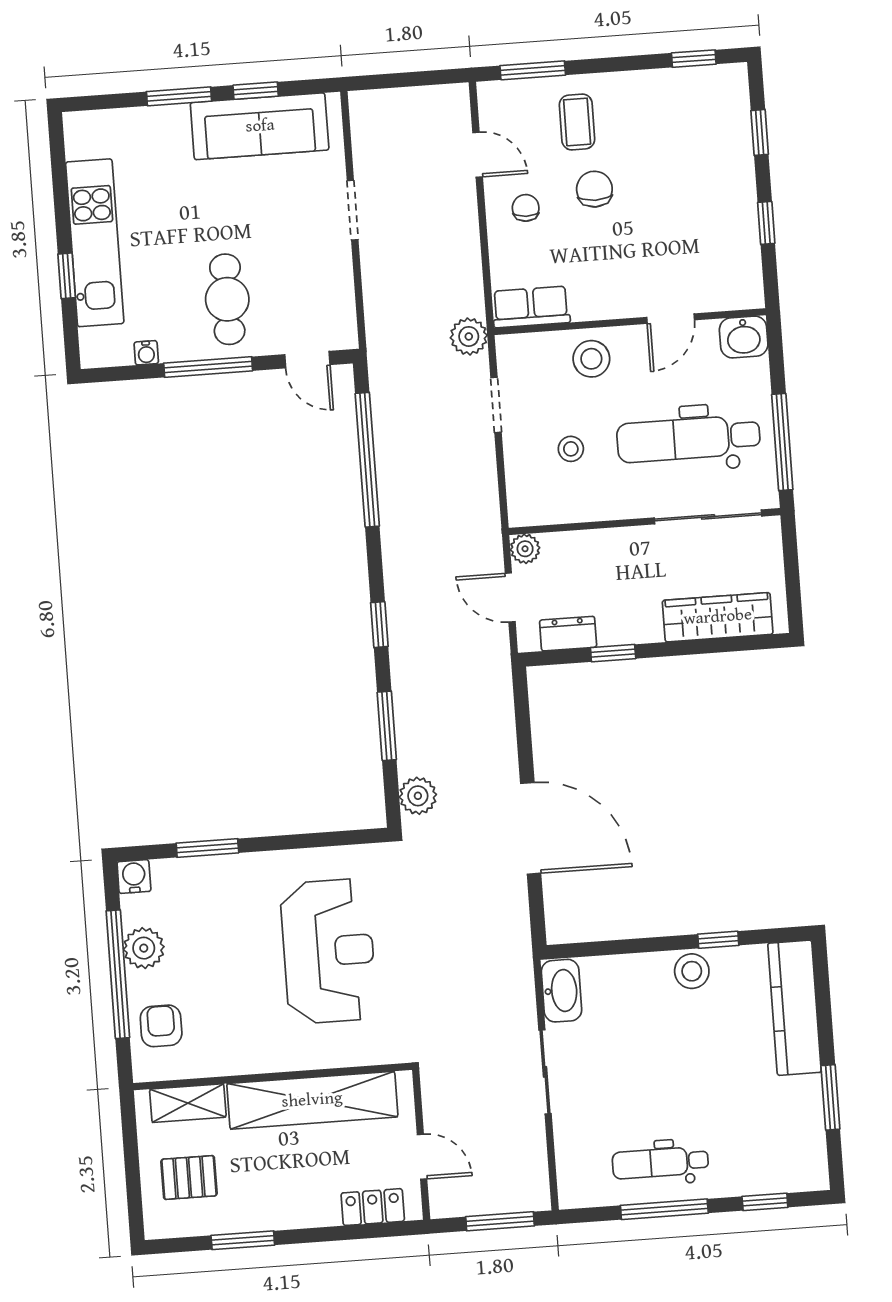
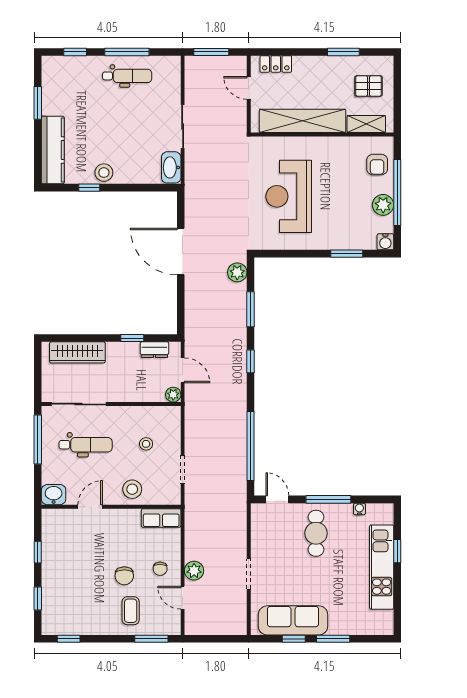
plant: (469, 336) -> (194, 571), moved
dental chair: (688, 439) -> (86, 445), width x0.73, depth x0.72

